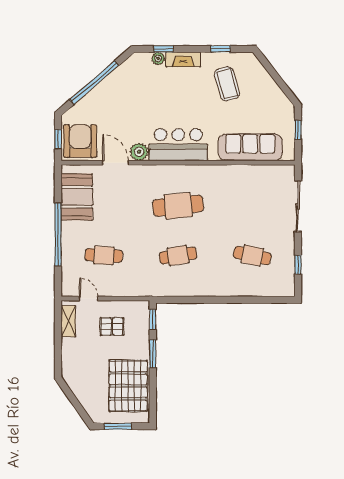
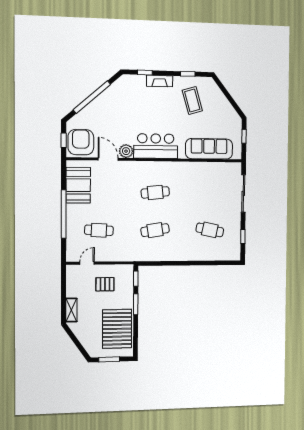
plant: (158, 58) -> (141, 80), removed
cafe table: (178, 206) -> (155, 192), width x0.73, depth x0.74
door: (88, 299) -> (87, 263), hinge flipped
shelving: (68, 321) -> (71, 310), moved

